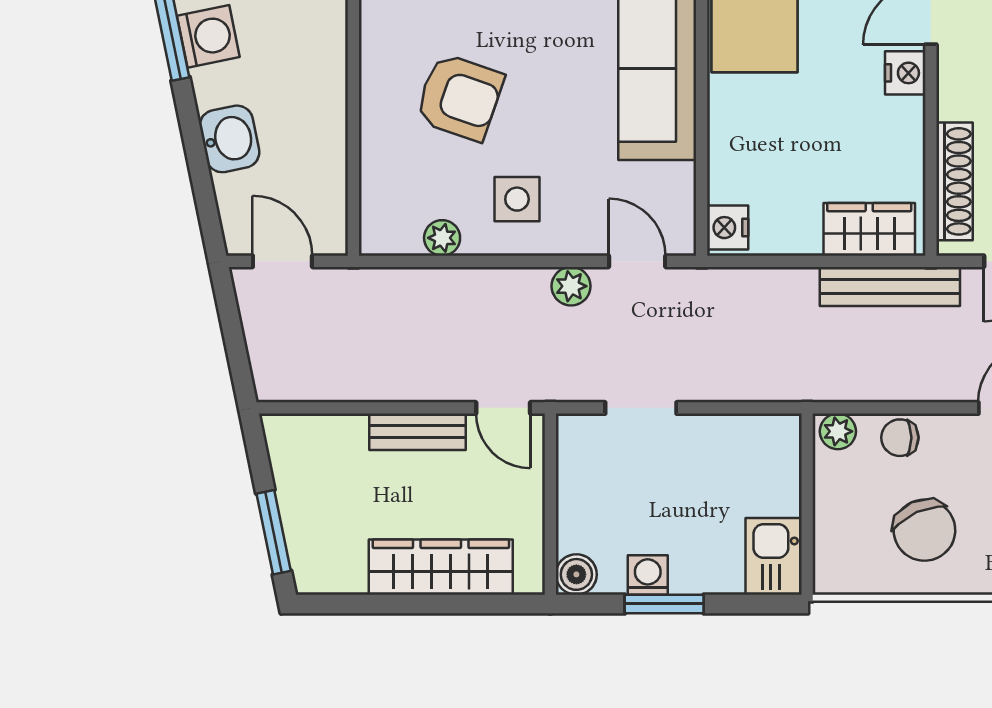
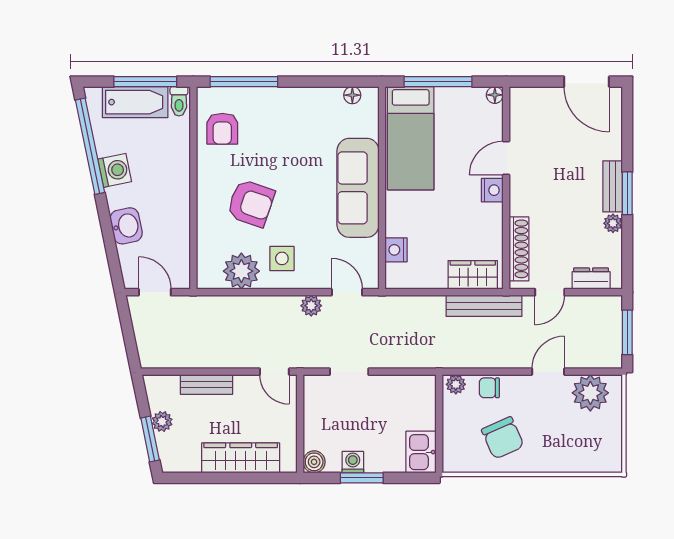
nightstand: (728, 228) -> (396, 250), moved
plant: (442, 238) -> (241, 271), width x1.88, depth x1.88
bench: (418, 432) -> (206, 385), moved
plant: (296, 500) -> (162, 421), added

